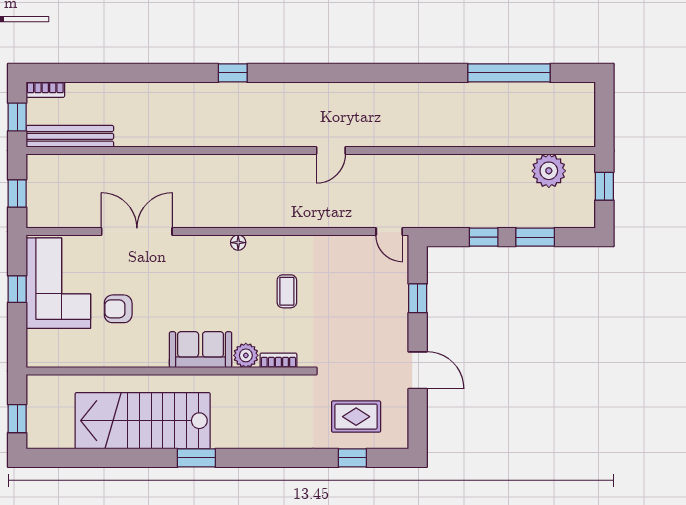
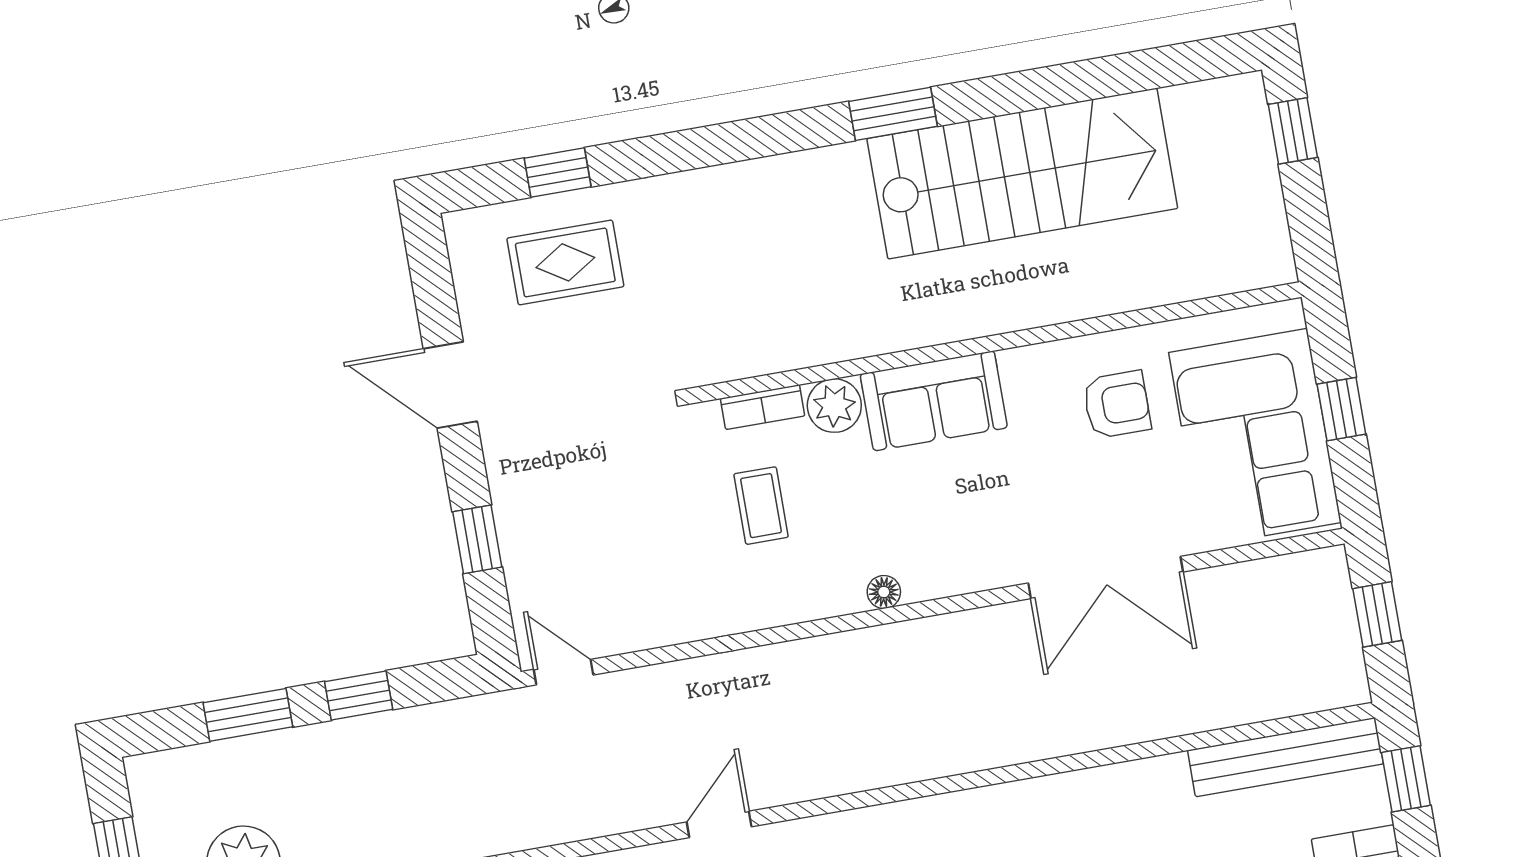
sofa: (201, 350) -> (934, 401), moved
plant: (246, 355) -> (834, 406), moved
bookcase: (278, 360) -> (763, 407), moved
wall: (168, 371) -> (996, 343), moved

